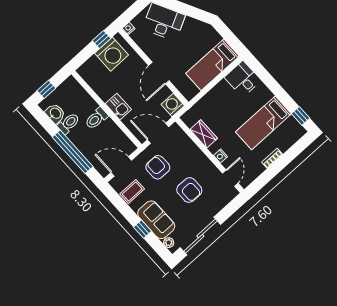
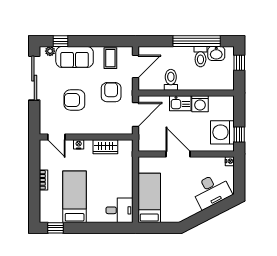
washing machine: (173, 105) -> (200, 104), moved, turned 90
toilet: (96, 118) -> (171, 80), moved
window: (73, 152) -> (197, 41), moved
armchair: (158, 167) -> (111, 92), turned -90
window: (142, 229) -> (60, 41), moved

